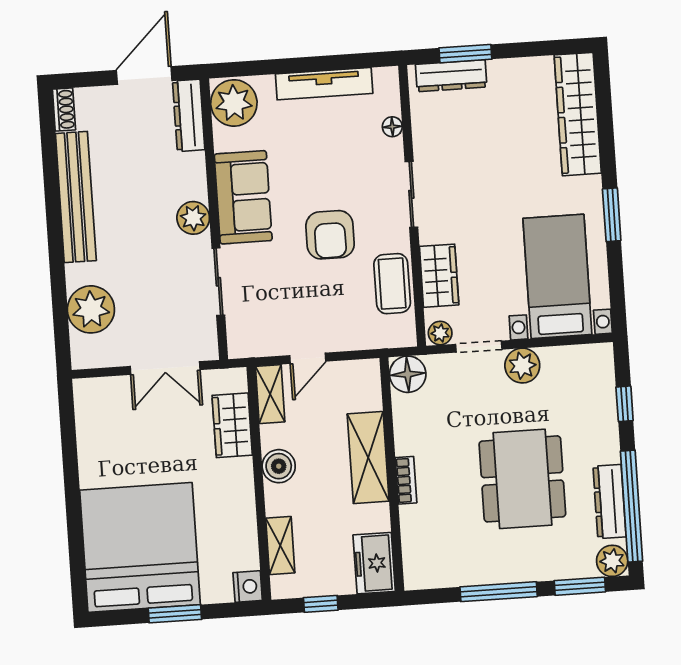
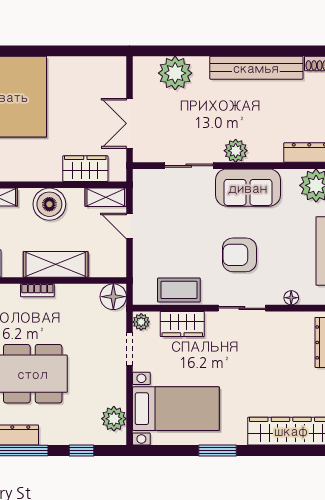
armchair: (330, 235) -> (239, 255), moved
plant: (522, 366) -> (114, 419), moved
boiler: (279, 466) -> (49, 204), width x1.37, depth x1.37

